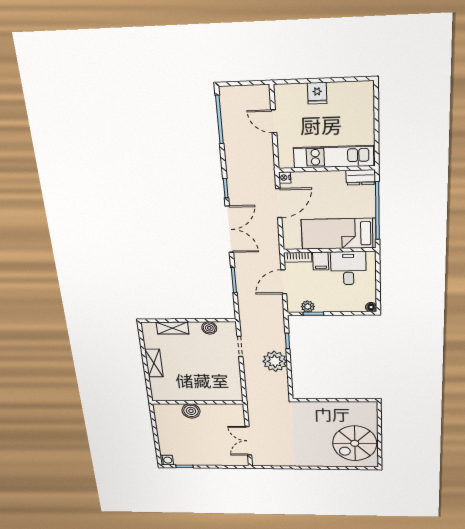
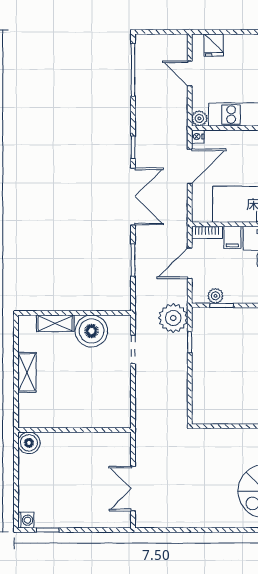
fridge: (317, 93) -> (214, 45), moved
plant: (285, 162) -> (199, 118), added
boiler: (209, 328) -> (91, 331), width x1.86, depth x1.86
plant: (275, 361) -> (173, 318), moved
boiler: (191, 411) -> (29, 443), moved

